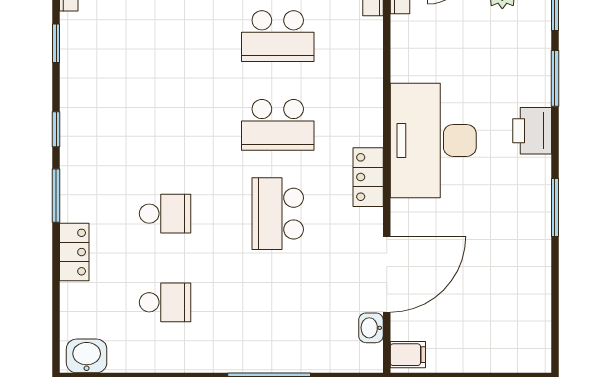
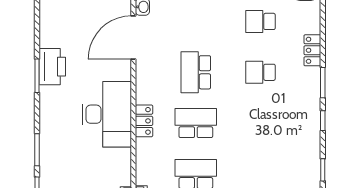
printer: (532, 131) -> (52, 67), moved, width x1.37, depth x1.19
locker: (368, 177) -> (144, 121), moved
school desk: (278, 214) -> (196, 72), turned 180

